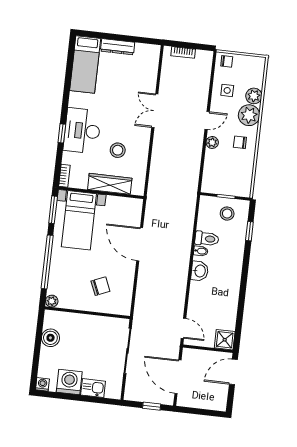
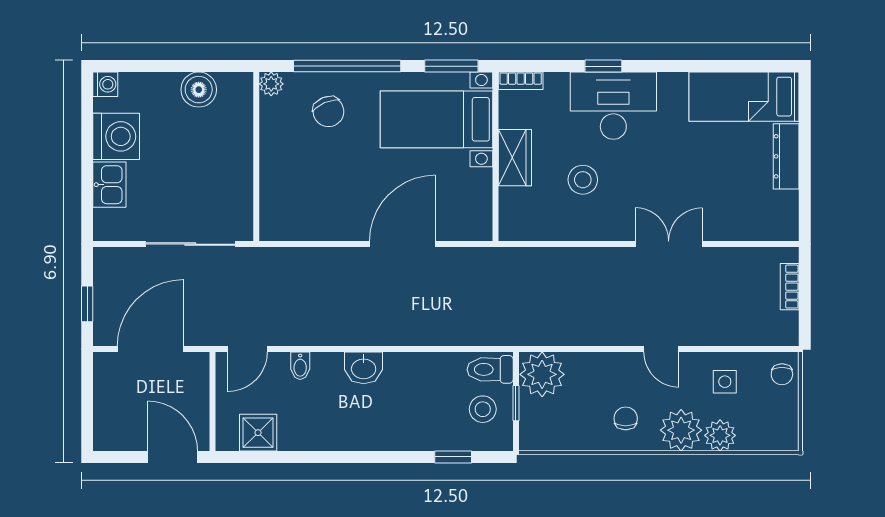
plant: (212, 142) -> (542, 374), moved, width x1.87, depth x1.87
wardrobe: (110, 184) -> (515, 158), width x0.67
toilet: (207, 239) -> (490, 369), moved, turned 90
bidet: (201, 251) -> (300, 366), moved
chair: (100, 286) -> (328, 112), moved
shower: (225, 340) -> (258, 433), moved

